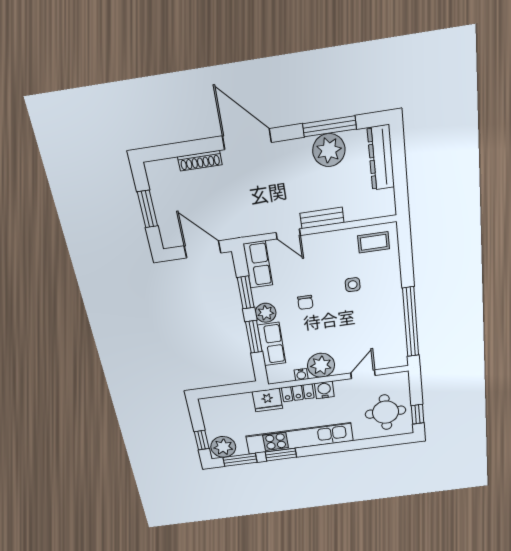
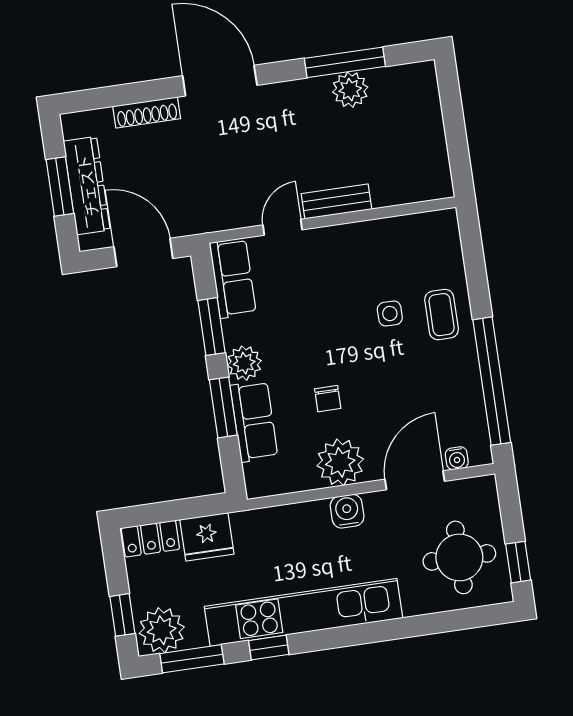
plant: (329, 150) -> (350, 90), width x0.73, depth x0.73
dresser: (381, 158) -> (87, 186), moved, turned 180
door: (288, 234) -> (283, 227), swing flipped
coffee table: (374, 242) -> (442, 315), moved, turned 90
chair: (305, 302) -> (328, 399), moved
door: (363, 374) -> (415, 480), width x1.38
water cooler: (301, 375) -> (457, 458), moved
locker: (298, 393) -> (150, 539), moved
fridge: (267, 400) -> (207, 537), moved
window: (281, 455) -> (269, 648), width x0.67

